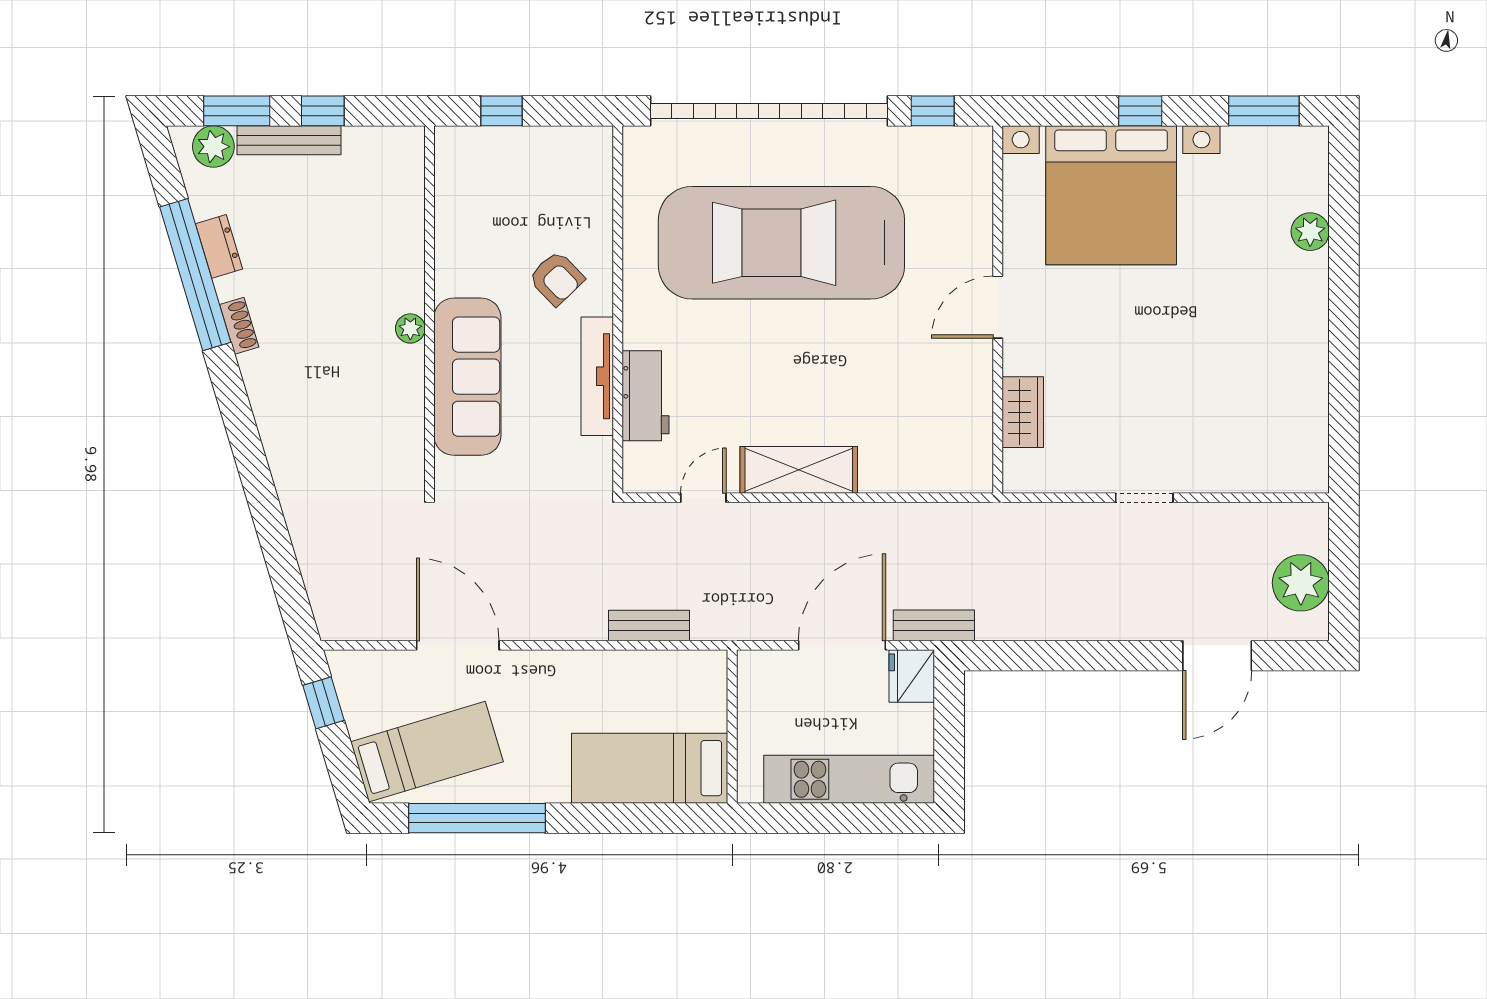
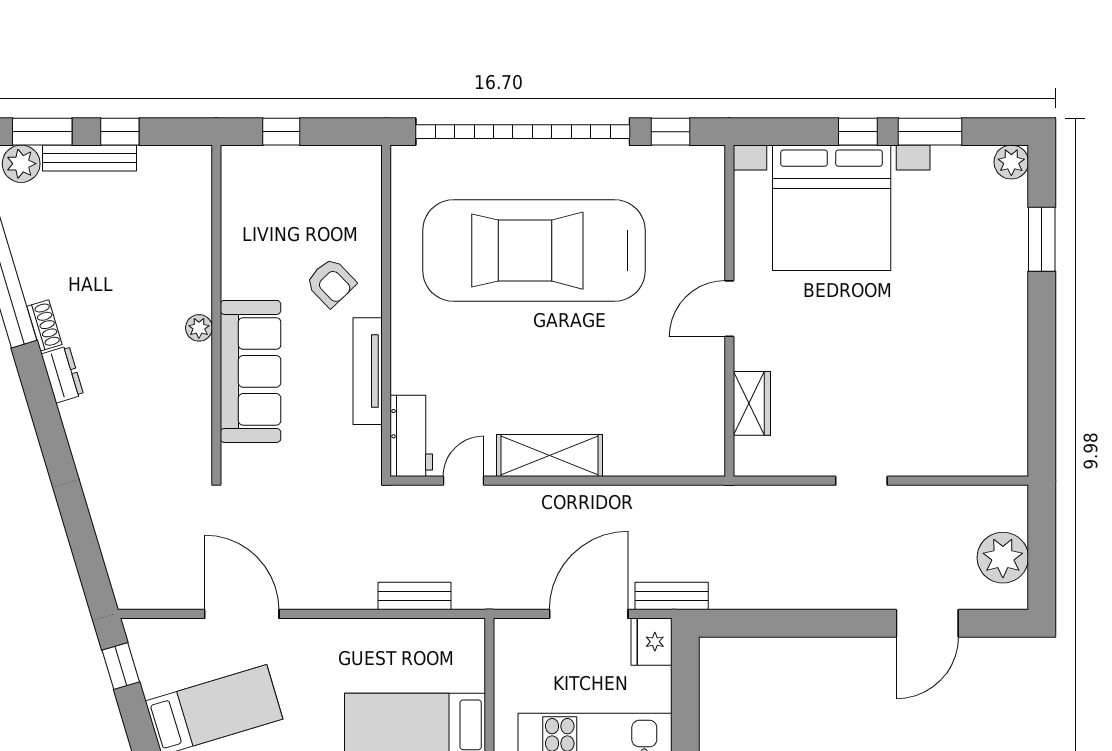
window: (1264, 111) -> (930, 132), moved
window: (1344, 230) -> (1042, 239), added
plant: (1310, 232) -> (1011, 162), moved
dresser: (219, 246) -> (62, 374), moved
workbench: (645, 396) -> (411, 436), moved

